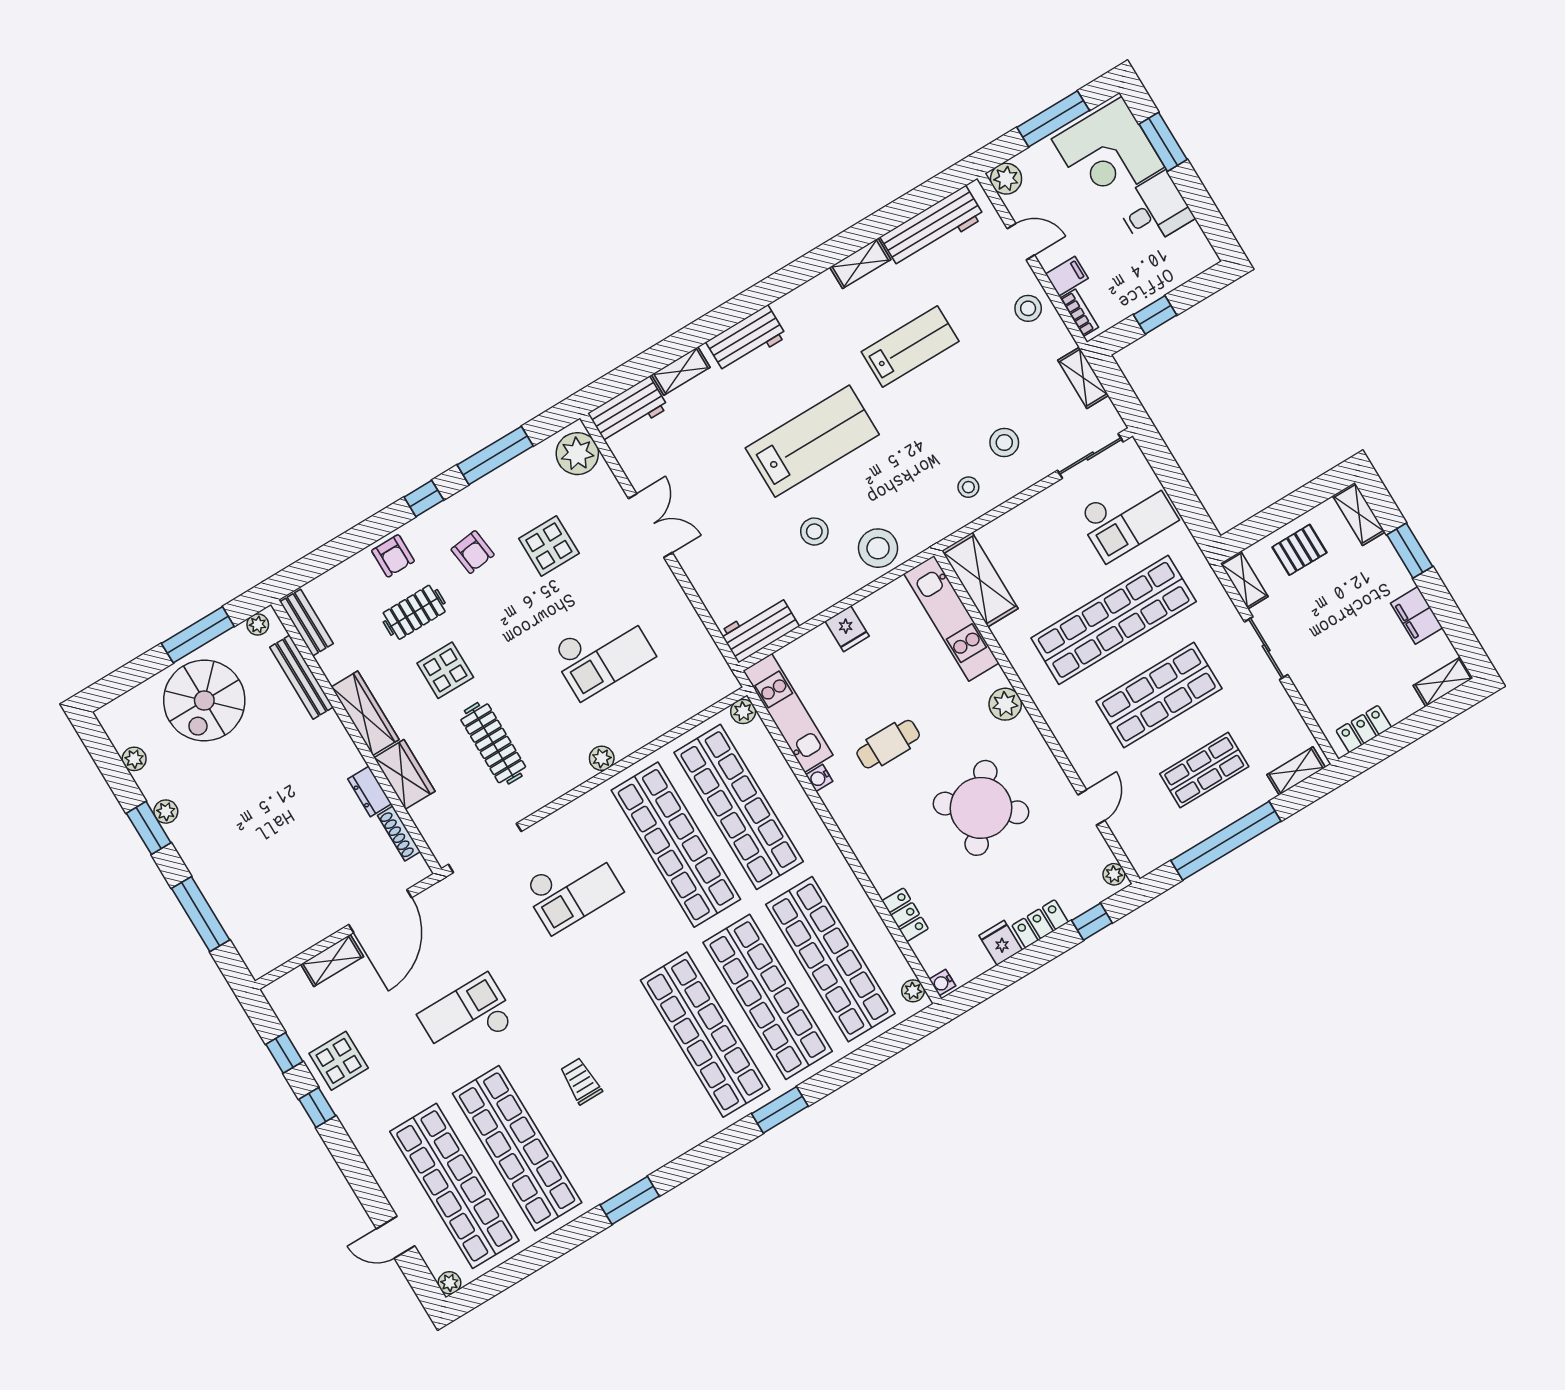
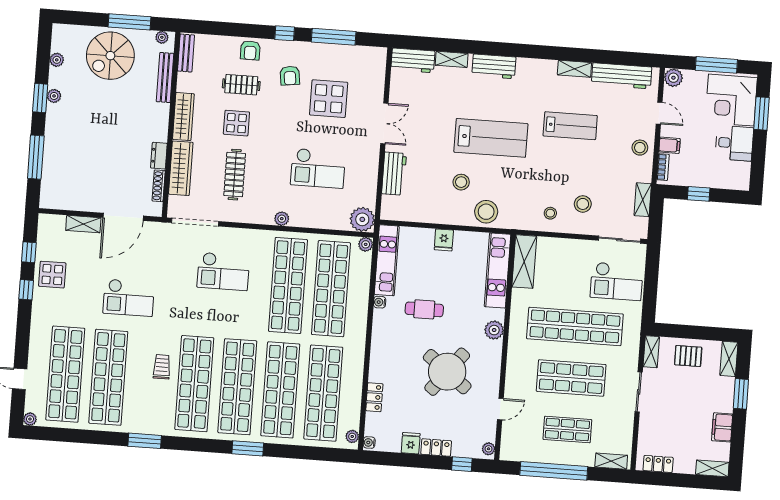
plant: (577, 454) -> (362, 219), moved
display table: (549, 546) -> (329, 99), width x1.36, depth x1.36
workbench: (759, 629) -> (394, 174), moved, turned 90
wardrobe: (405, 774) -> (181, 168), width x1.50
checkout: (467, 1018) -> (129, 298), turned 180
shop shelf: (642, 1072) -> (194, 384), added

